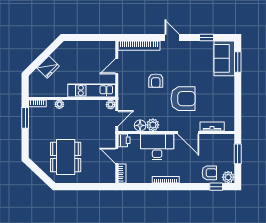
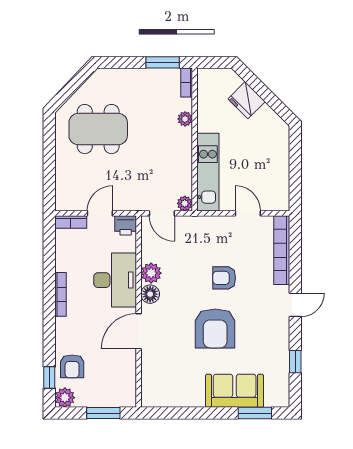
sofa: (224, 58) -> (235, 391), moved
armchair: (183, 99) -> (215, 328), moved
floor lamp: (140, 125) -> (150, 294), moved
tv unit: (212, 127) -> (148, 371), removed

